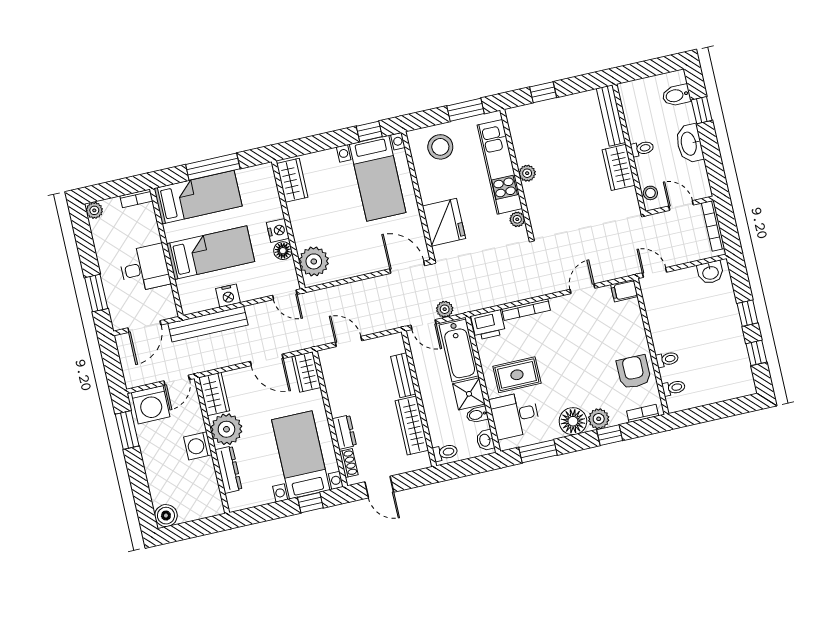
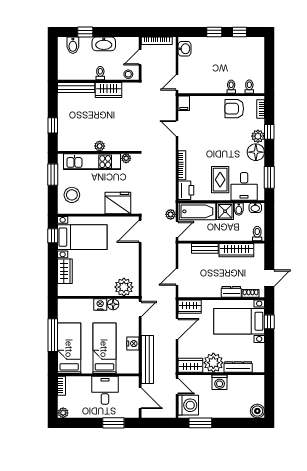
wardrobe: (292, 180) -> (65, 271), moved, turned 90

